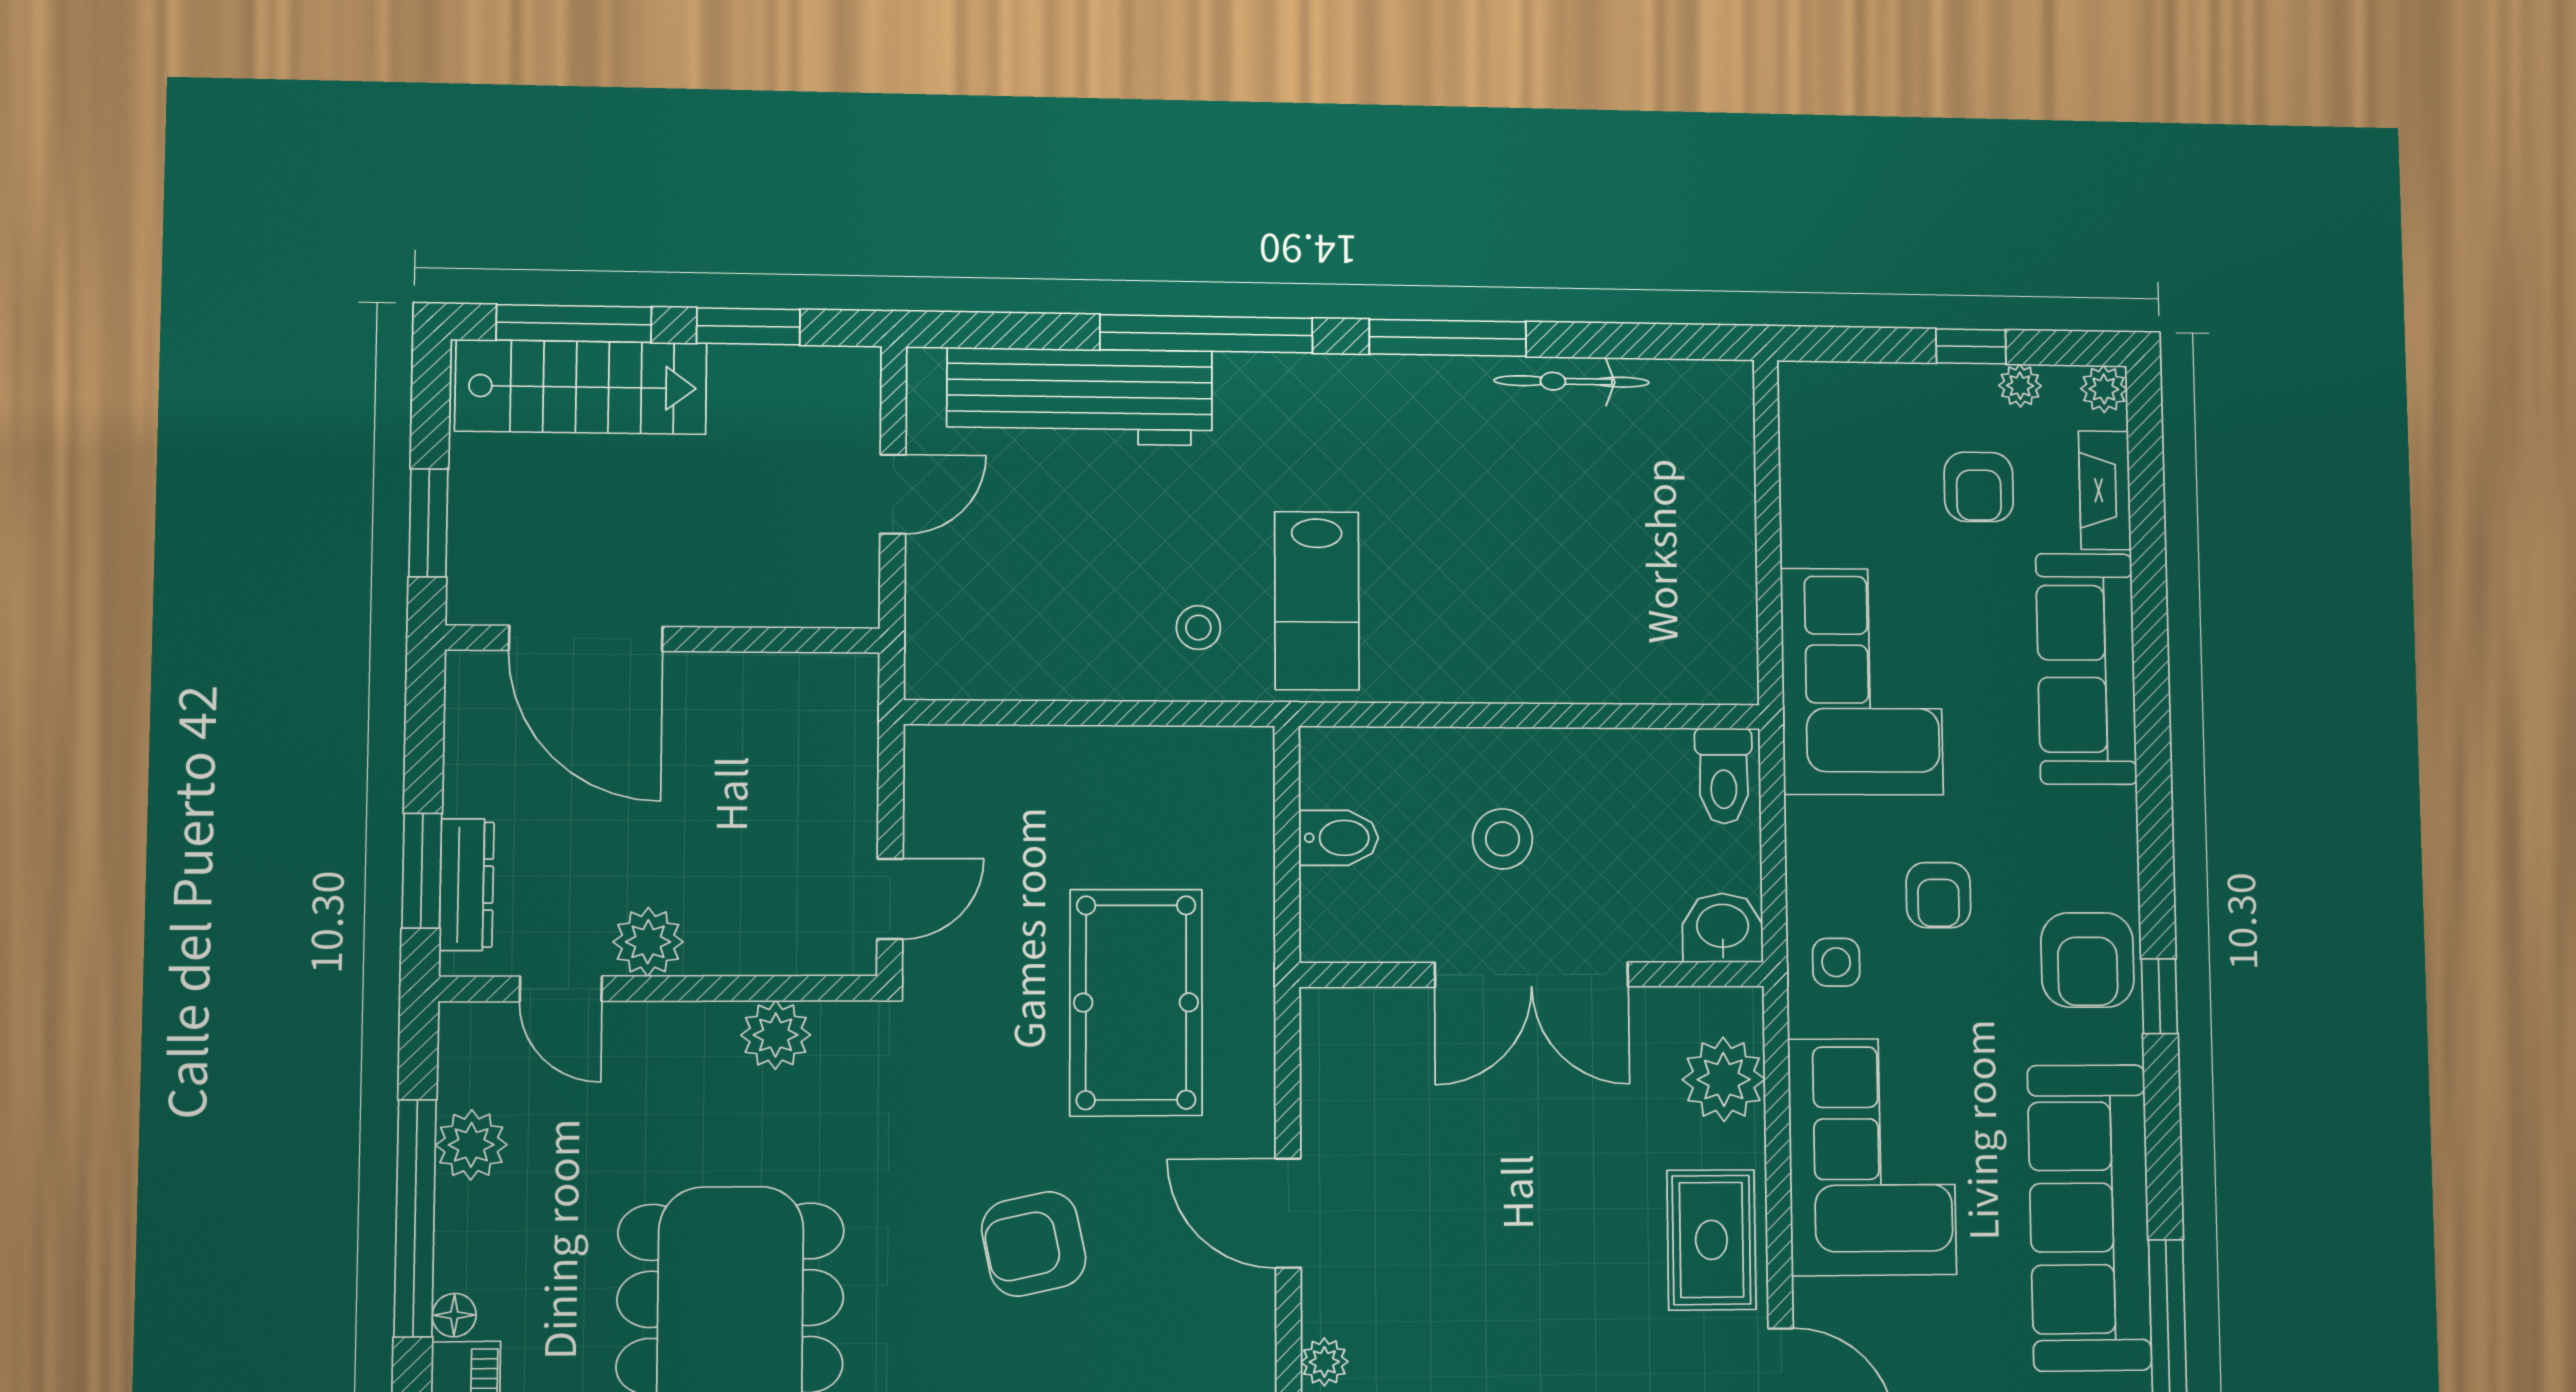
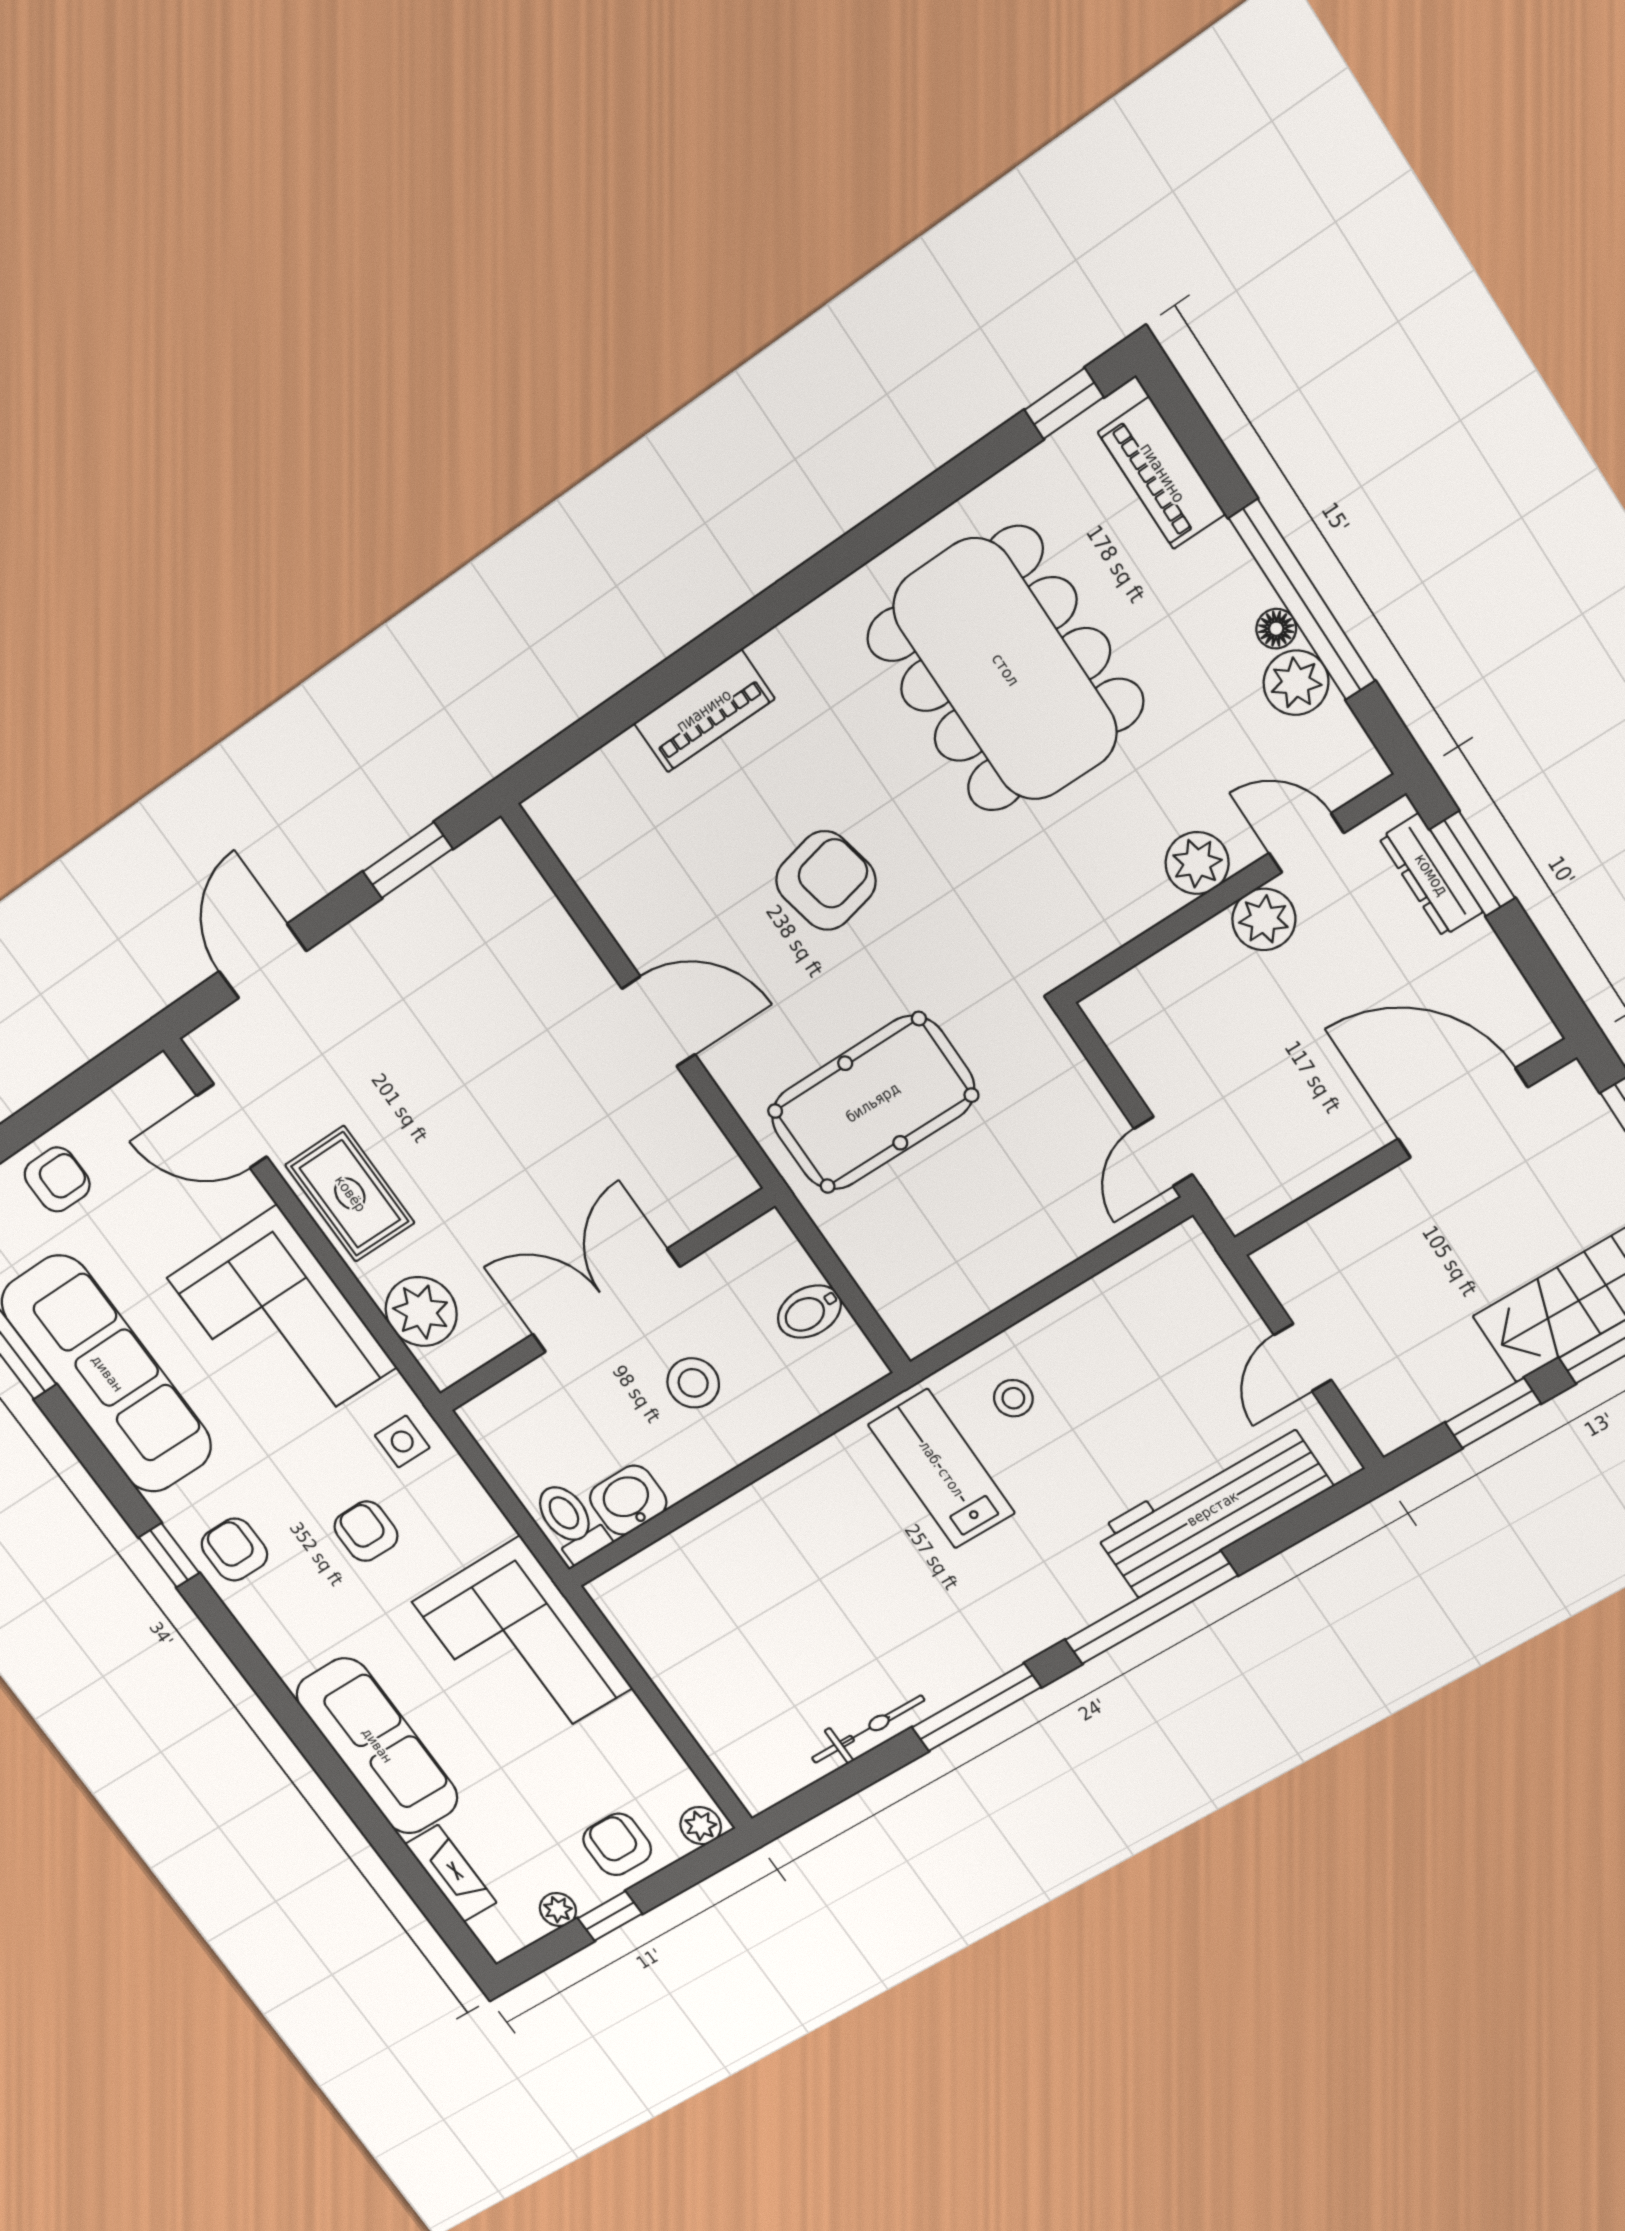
plant: (2104, 389) -> (701, 1826), moved
armchair: (1979, 487) -> (617, 1844), moved
door: (890, 899) -> (1163, 1151), moved
washbasin: (1723, 928) -> (628, 1500), moved, turned 180
armchair: (2087, 960) -> (234, 1550), width x0.72, depth x0.72
pool table: (1136, 1002) -> (873, 1103), turned 90
plant: (776, 1035) -> (1197, 863), moved
floor lamp: (454, 1315) -> (1276, 629), moved
plant: (1324, 1362) -> (558, 931), removed

